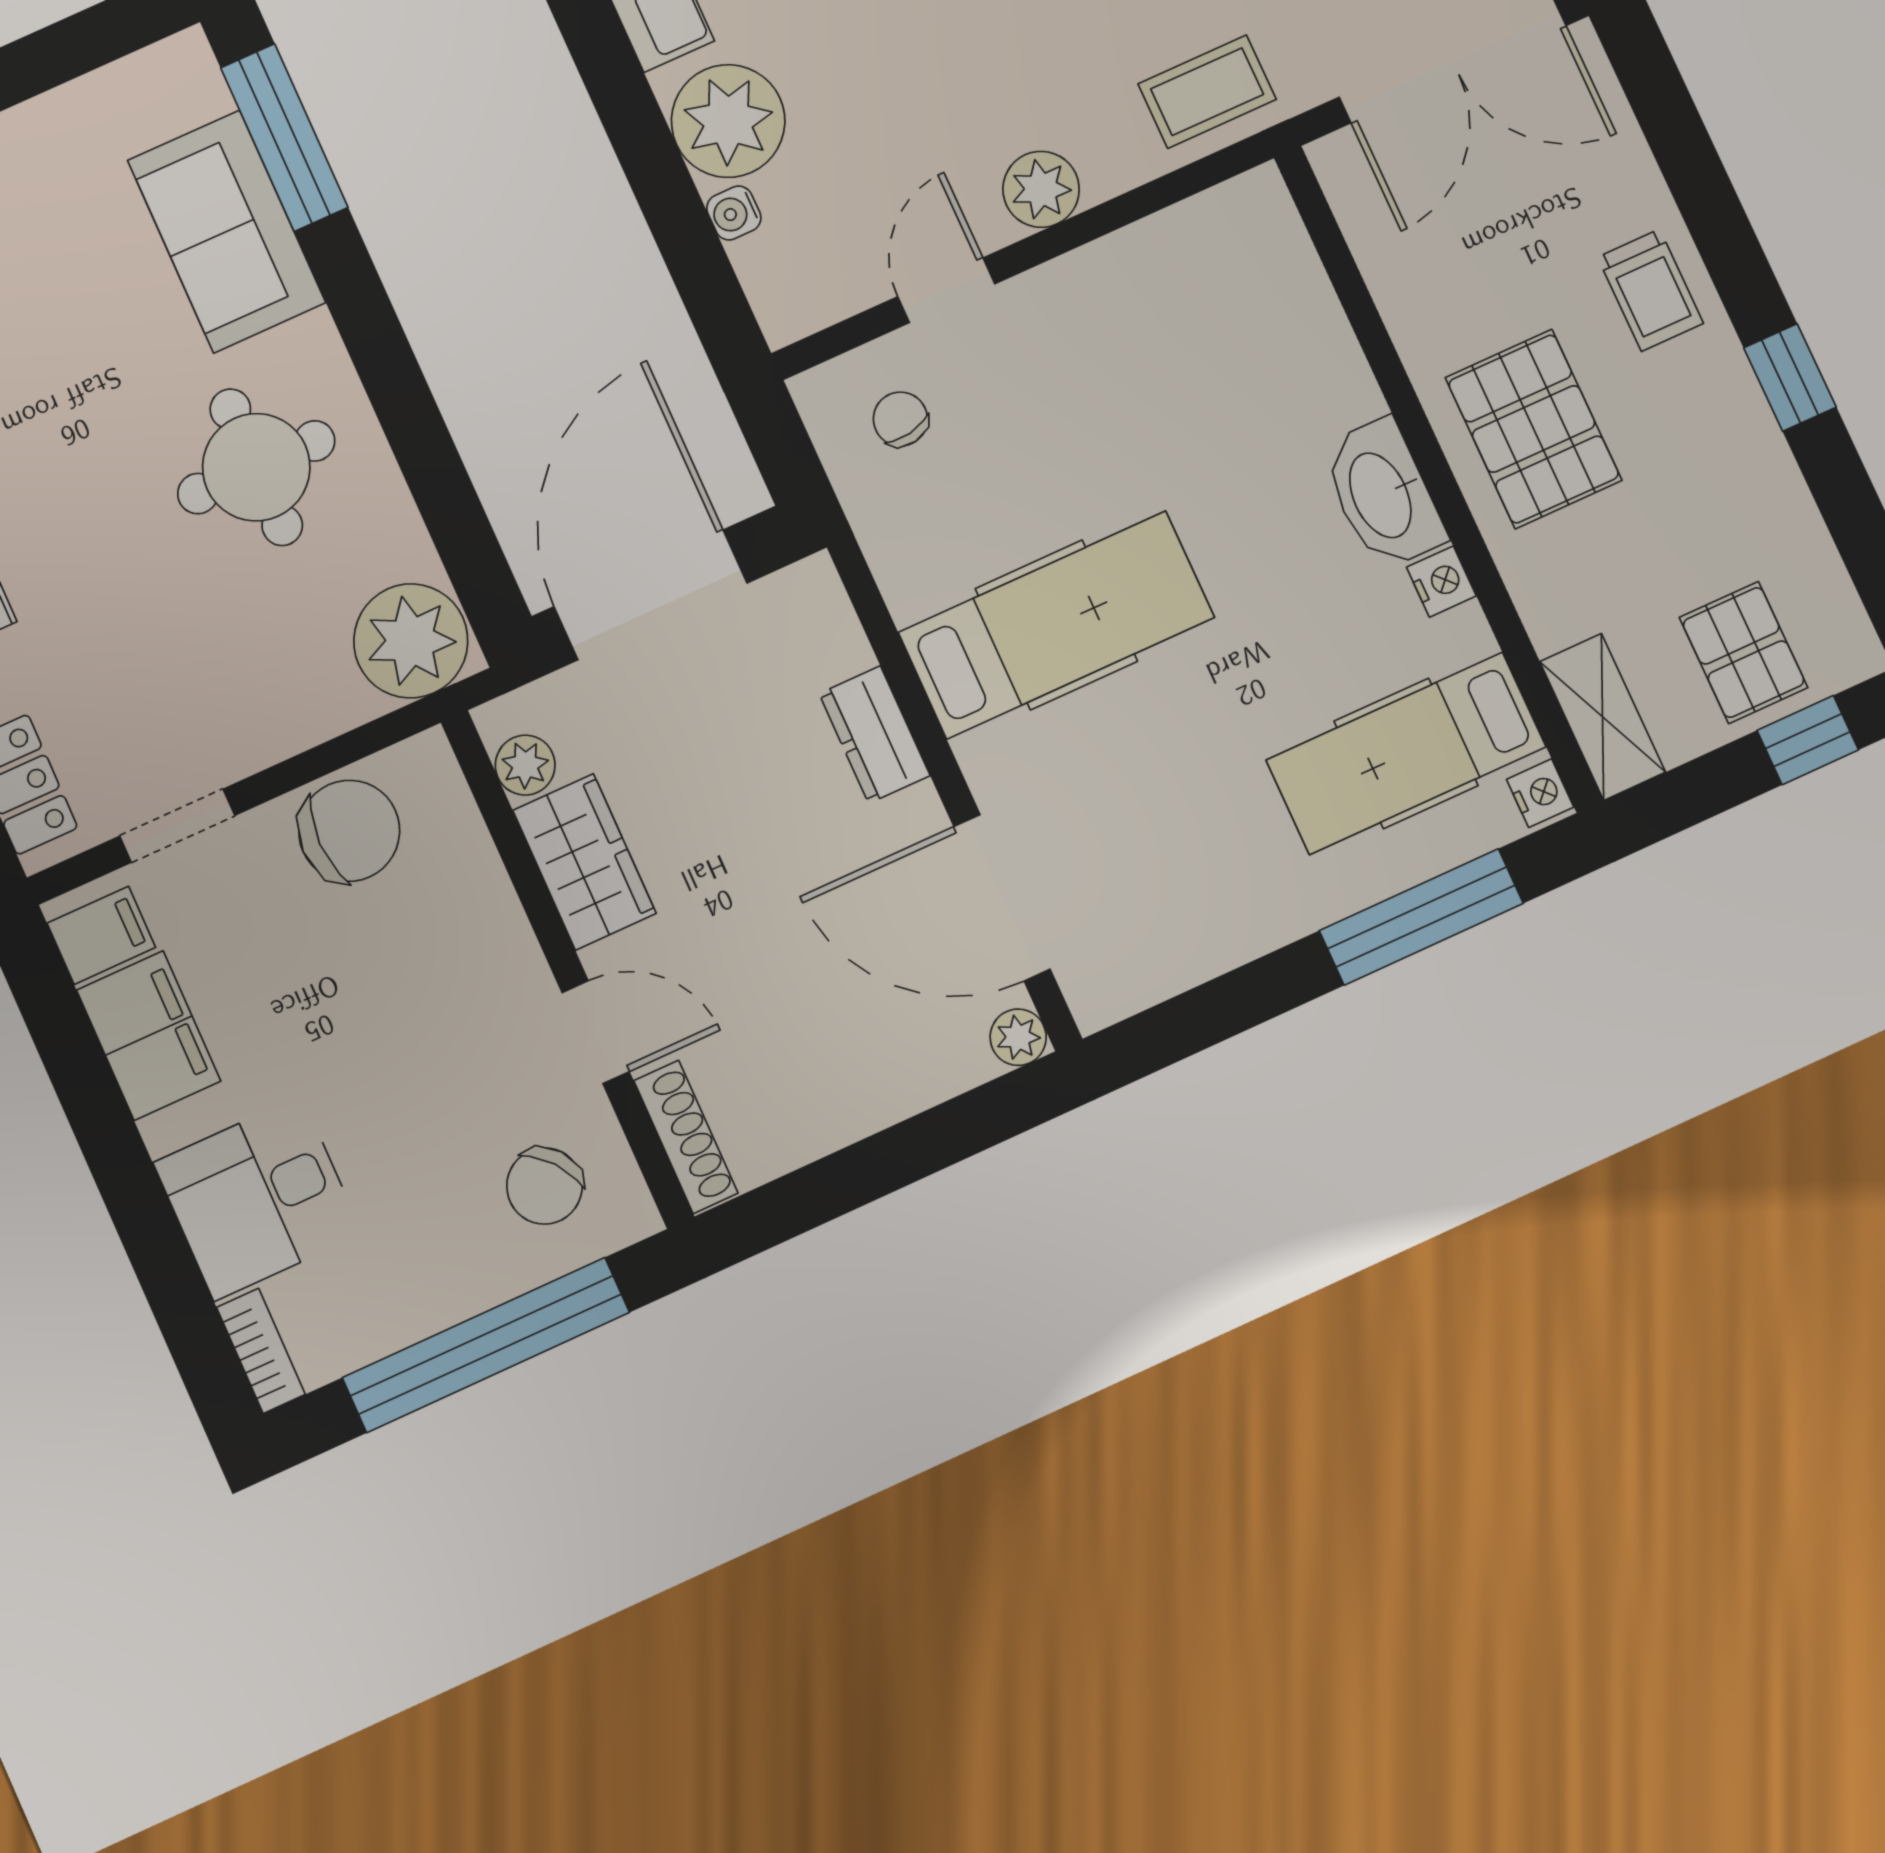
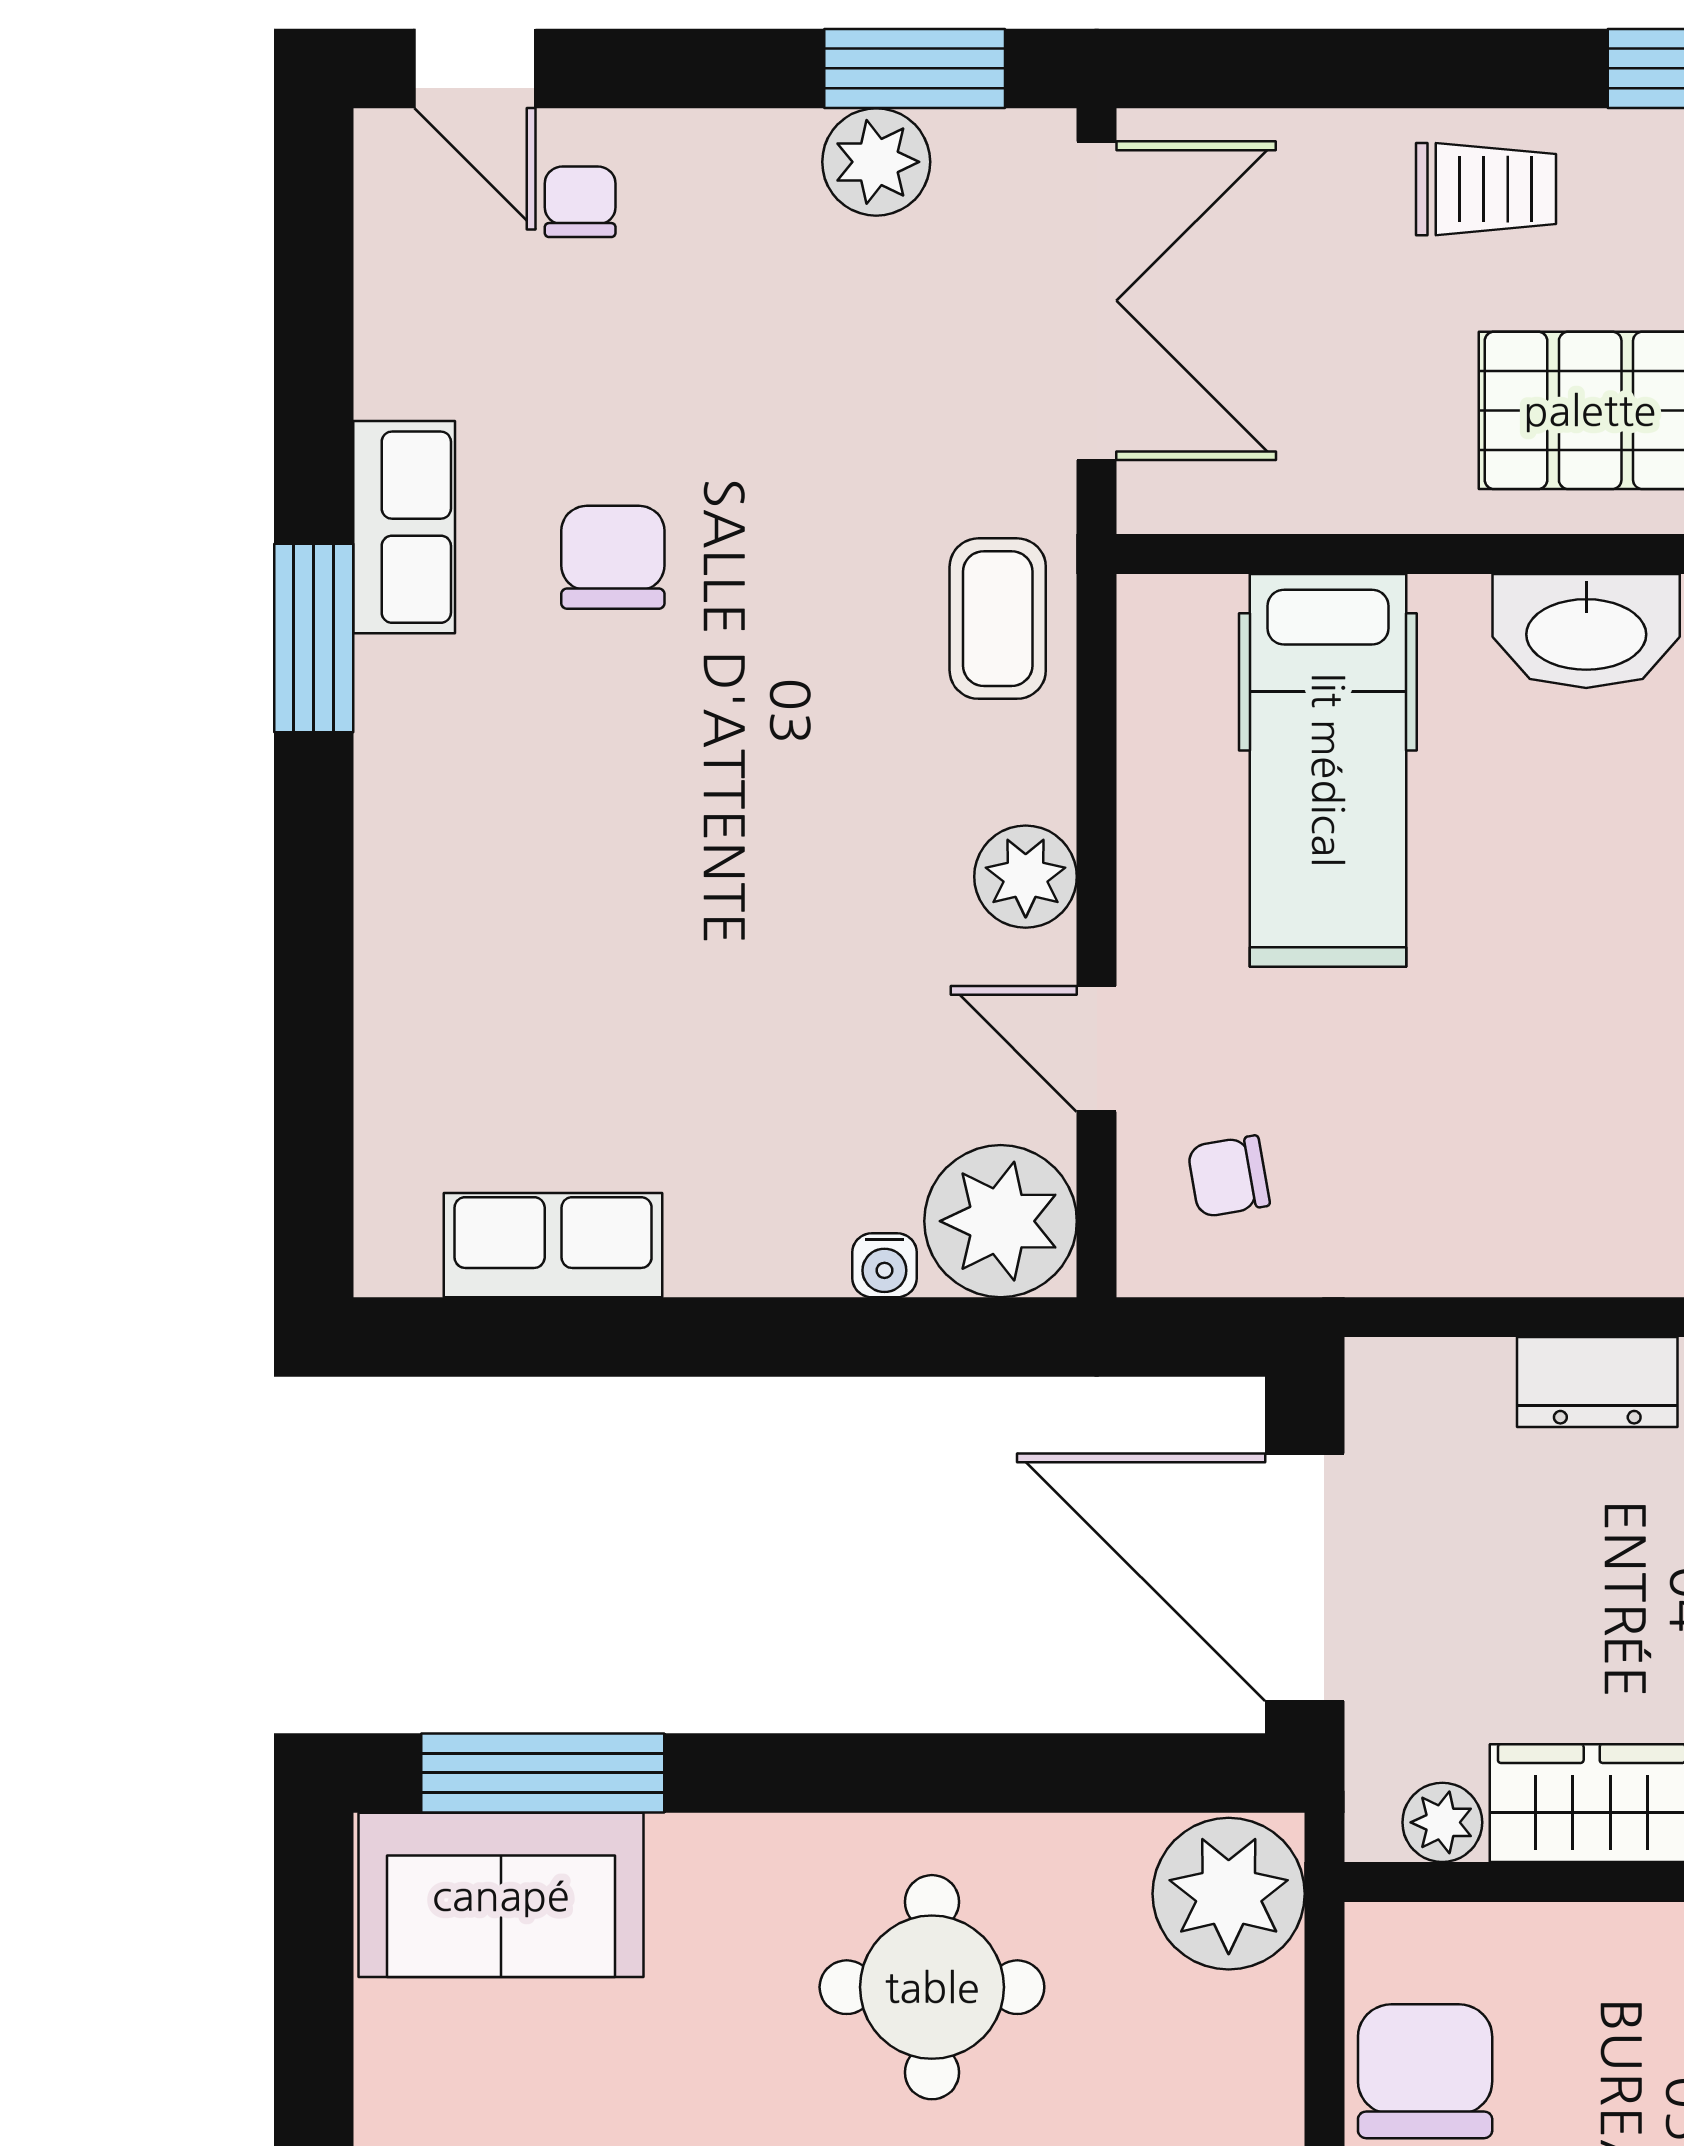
plant: (728, 121) -> (1001, 1221), moved
sofa: (227, 231) -> (501, 1895), moved
hospital bed: (1056, 625) -> (1328, 770), moved, turned 180

